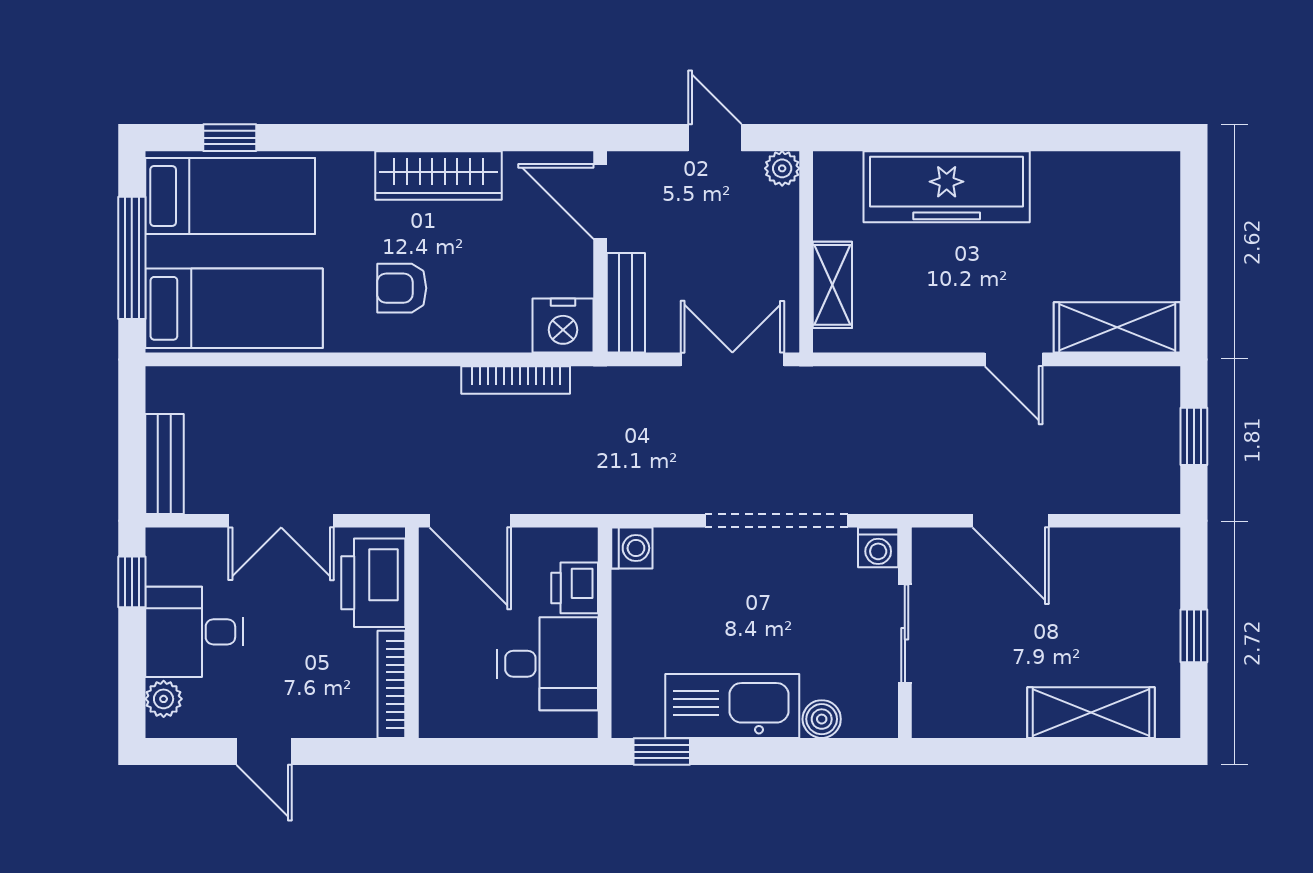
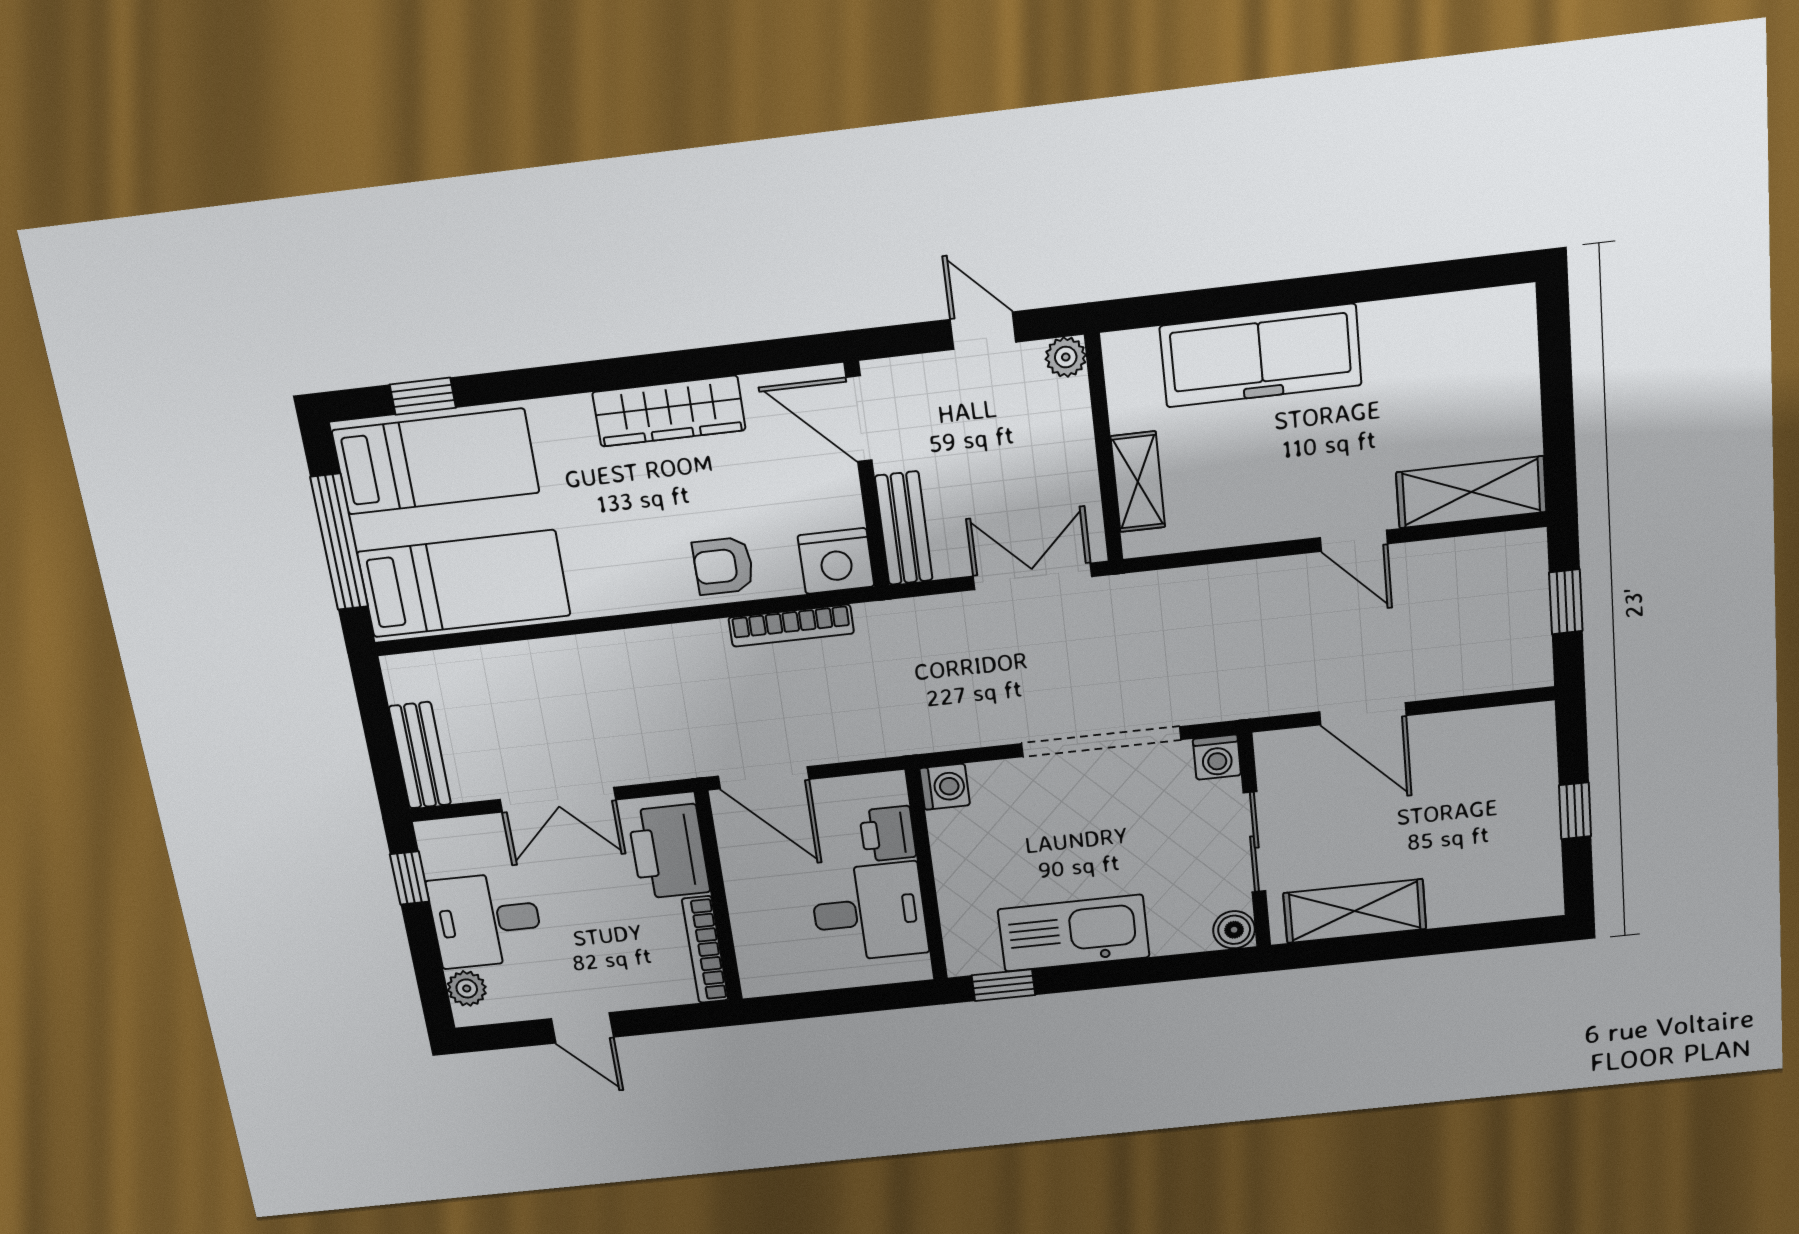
armchair: (402, 288) -> (723, 566), moved
shelving: (1091, 713) -> (1355, 911), moved
boiler: (822, 719) -> (1234, 930), moved

